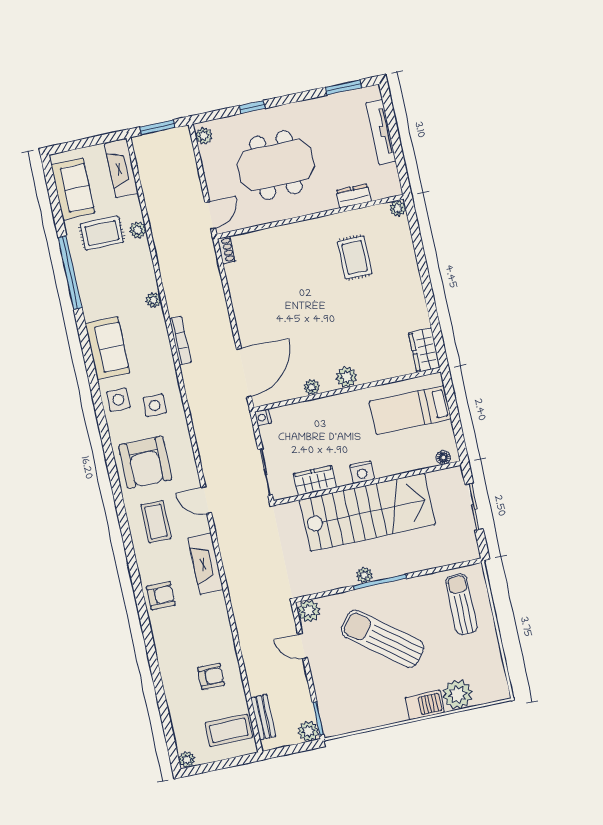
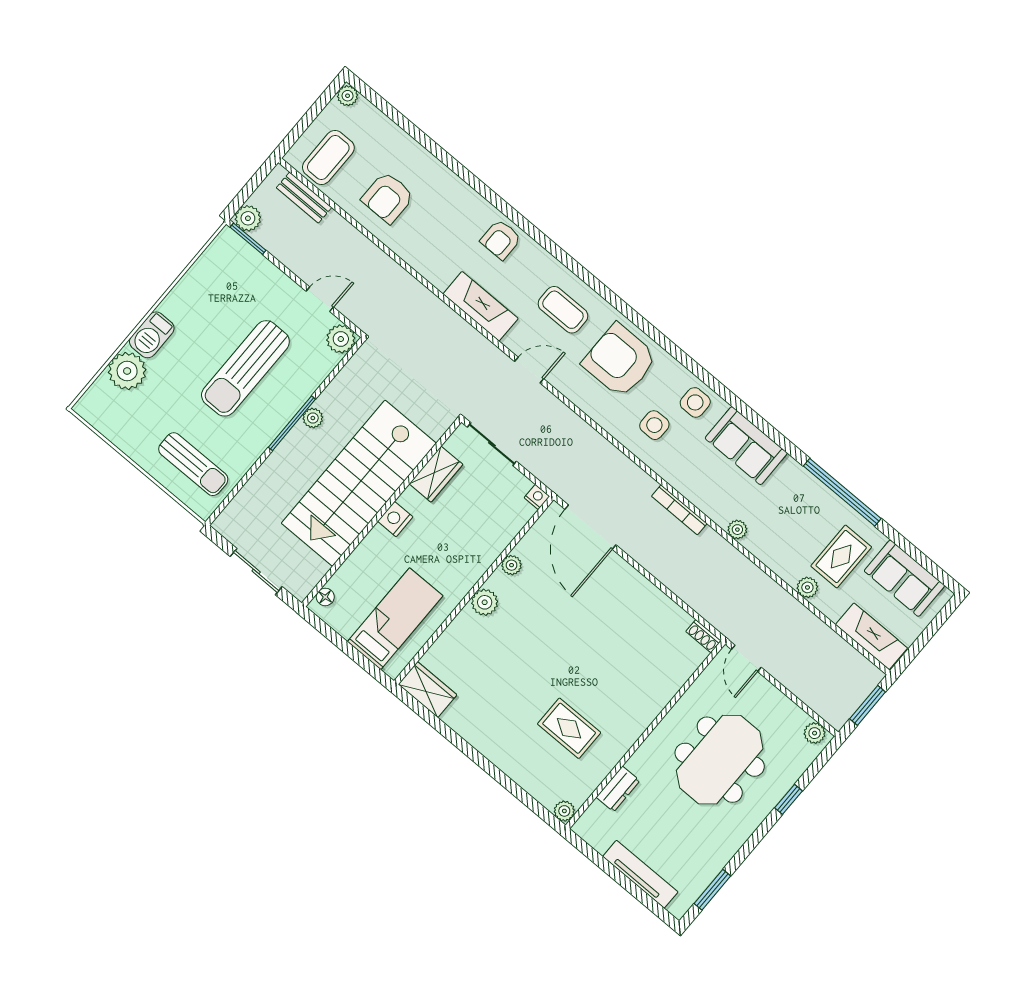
sun lounger: (382, 639) -> (245, 368), turned 142
armchair: (211, 676) -> (388, 198), width x1.38, depth x1.38

